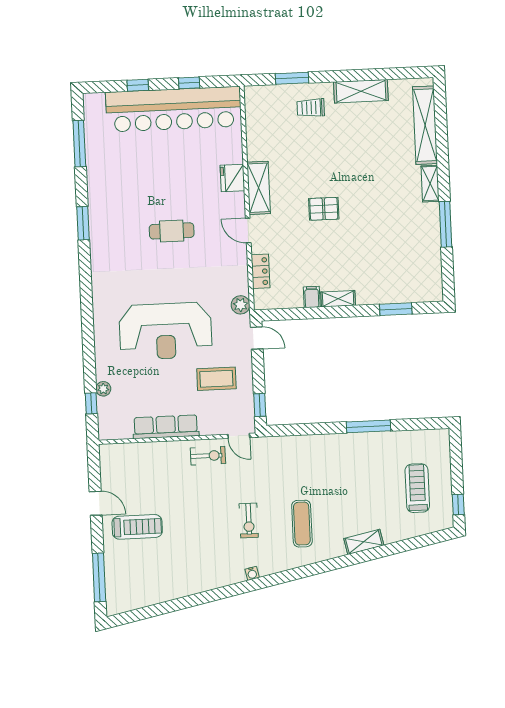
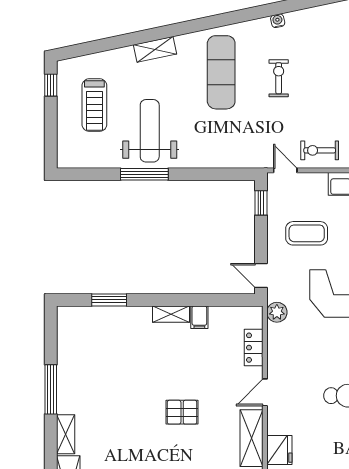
door: (248, 231) -> (265, 392), swing flipped
weight bench: (365, 467) -> (150, 131), added
exercise mat: (302, 524) -> (221, 72), width x1.36, depth x1.45

